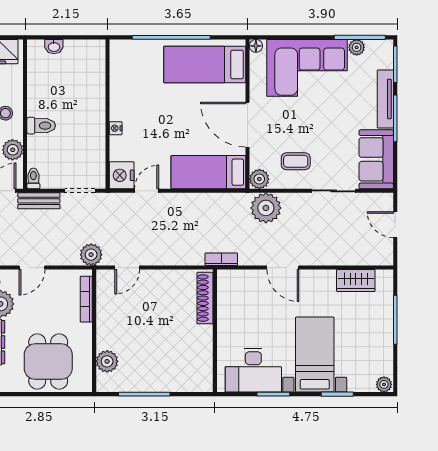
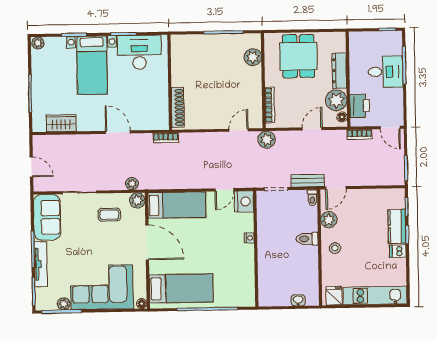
plant: (266, 208) -> (132, 184), width x0.53, depth x0.53

